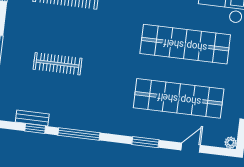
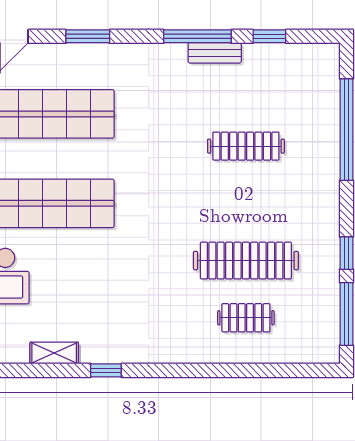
bench: (32, 118) -> (215, 53), moved

